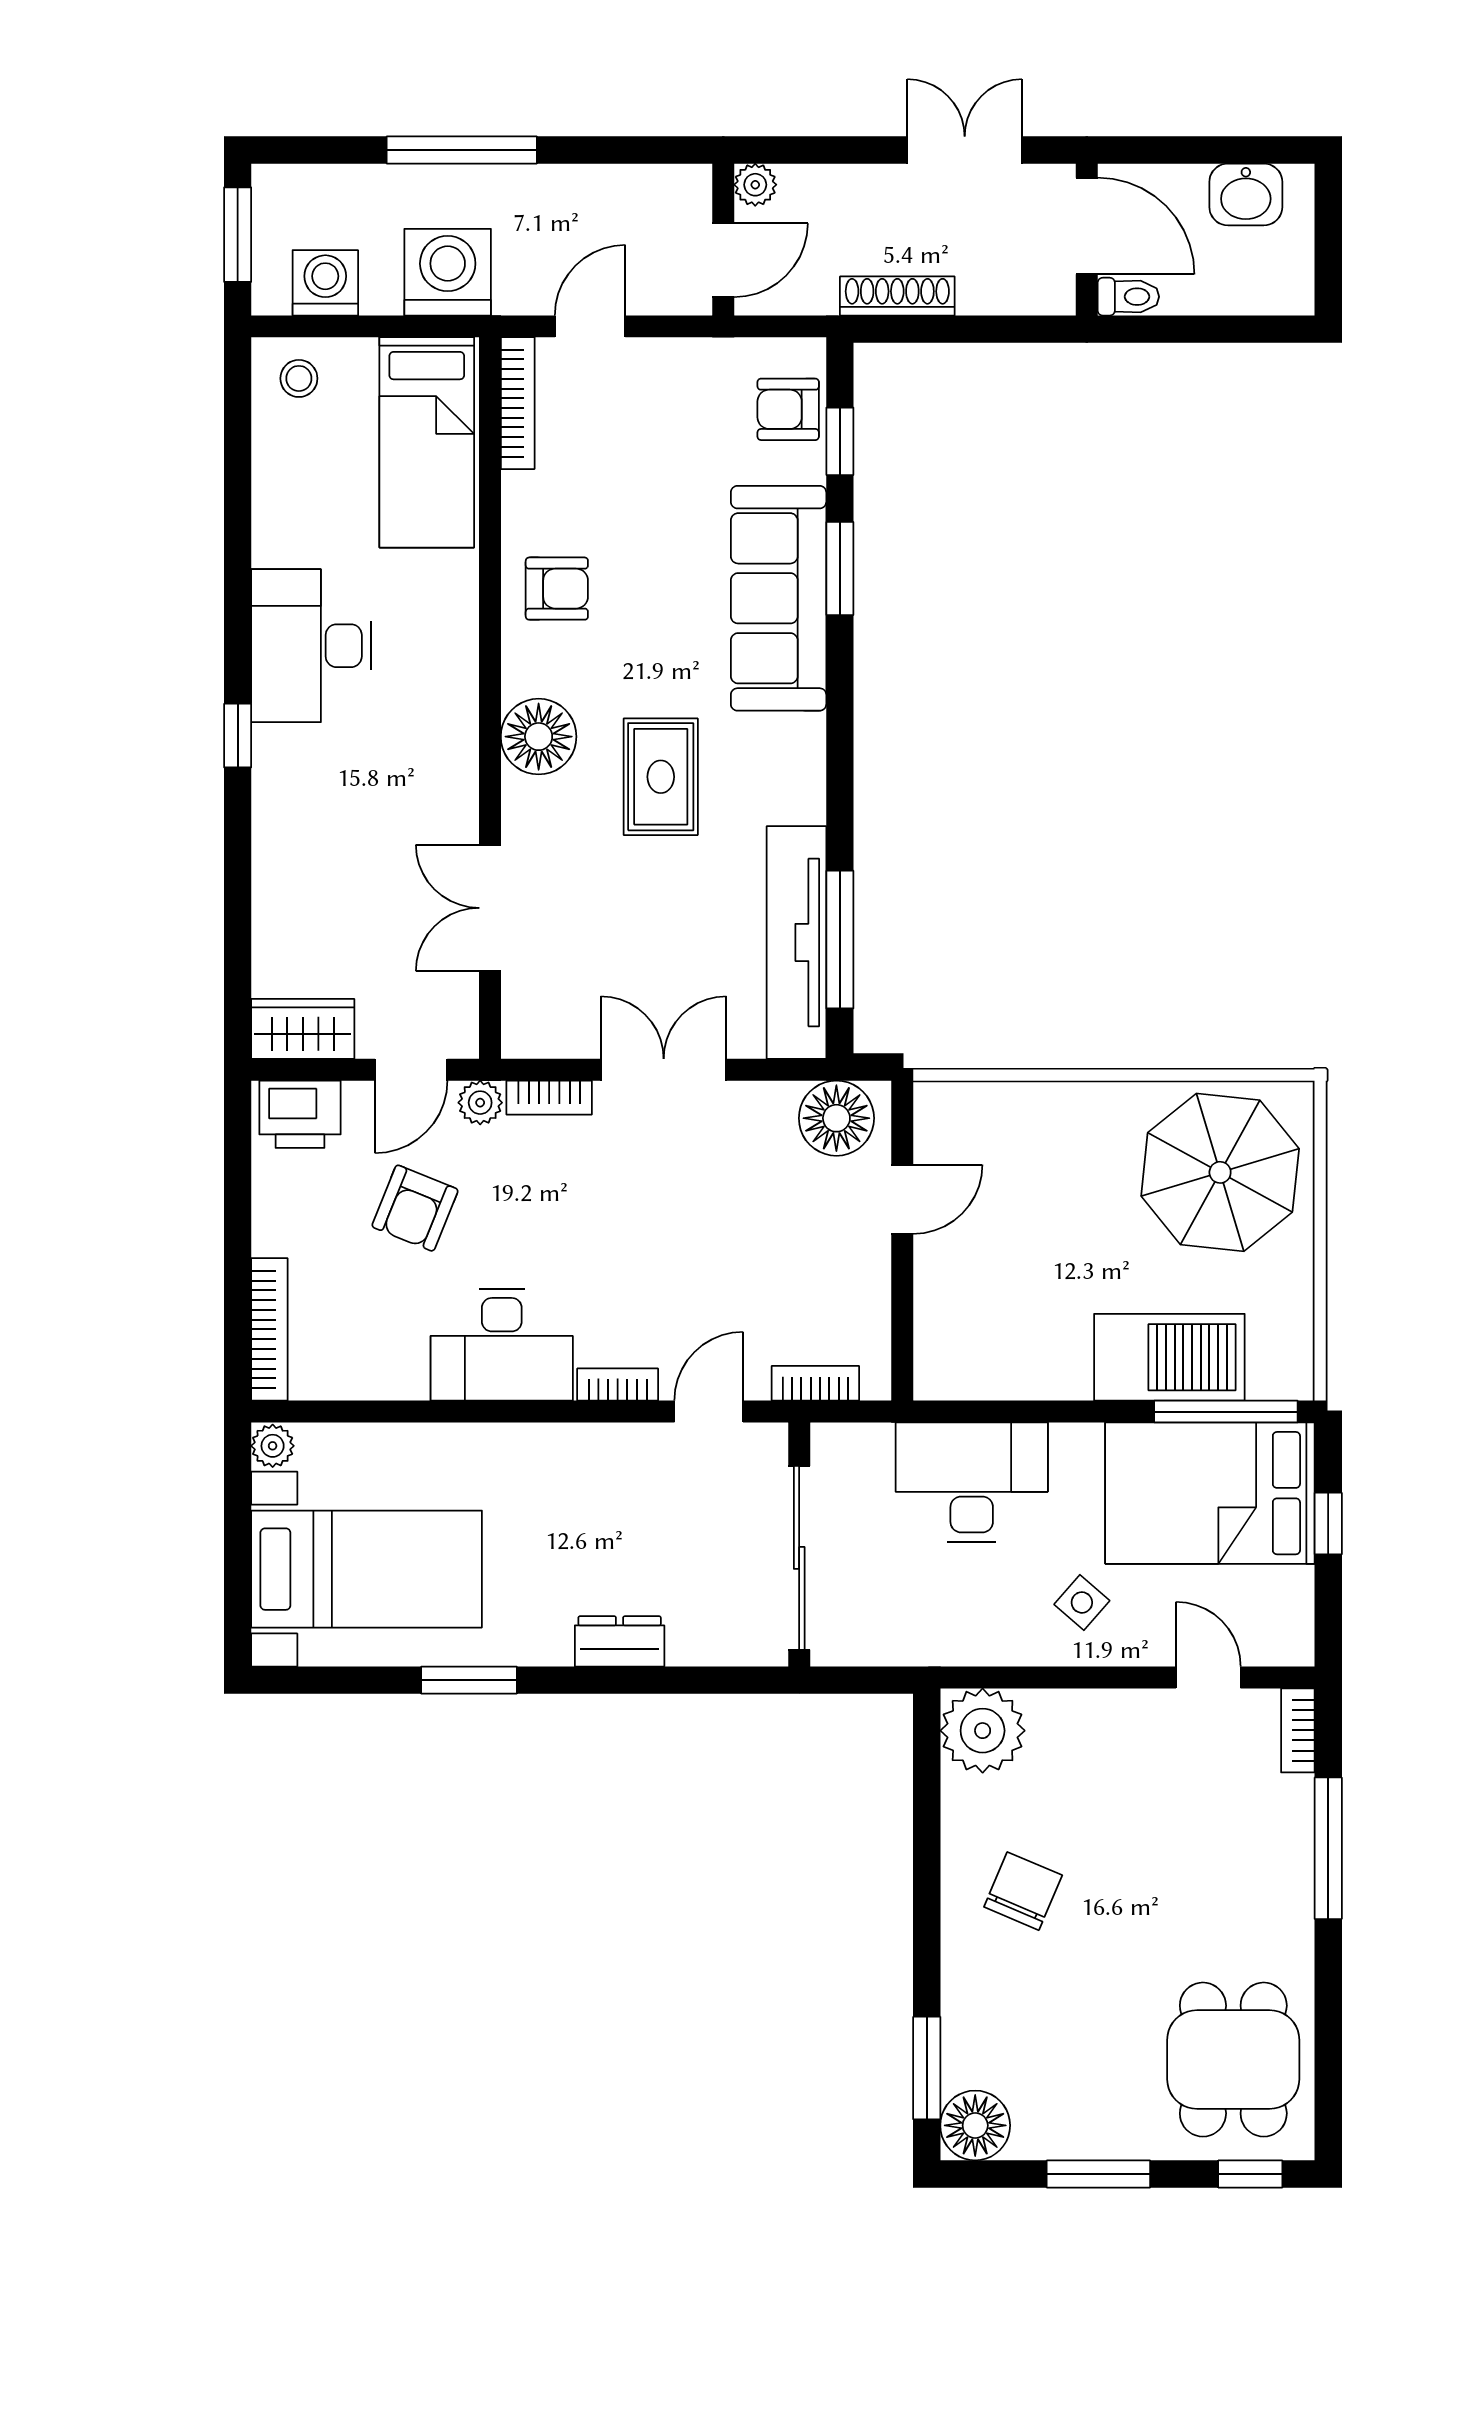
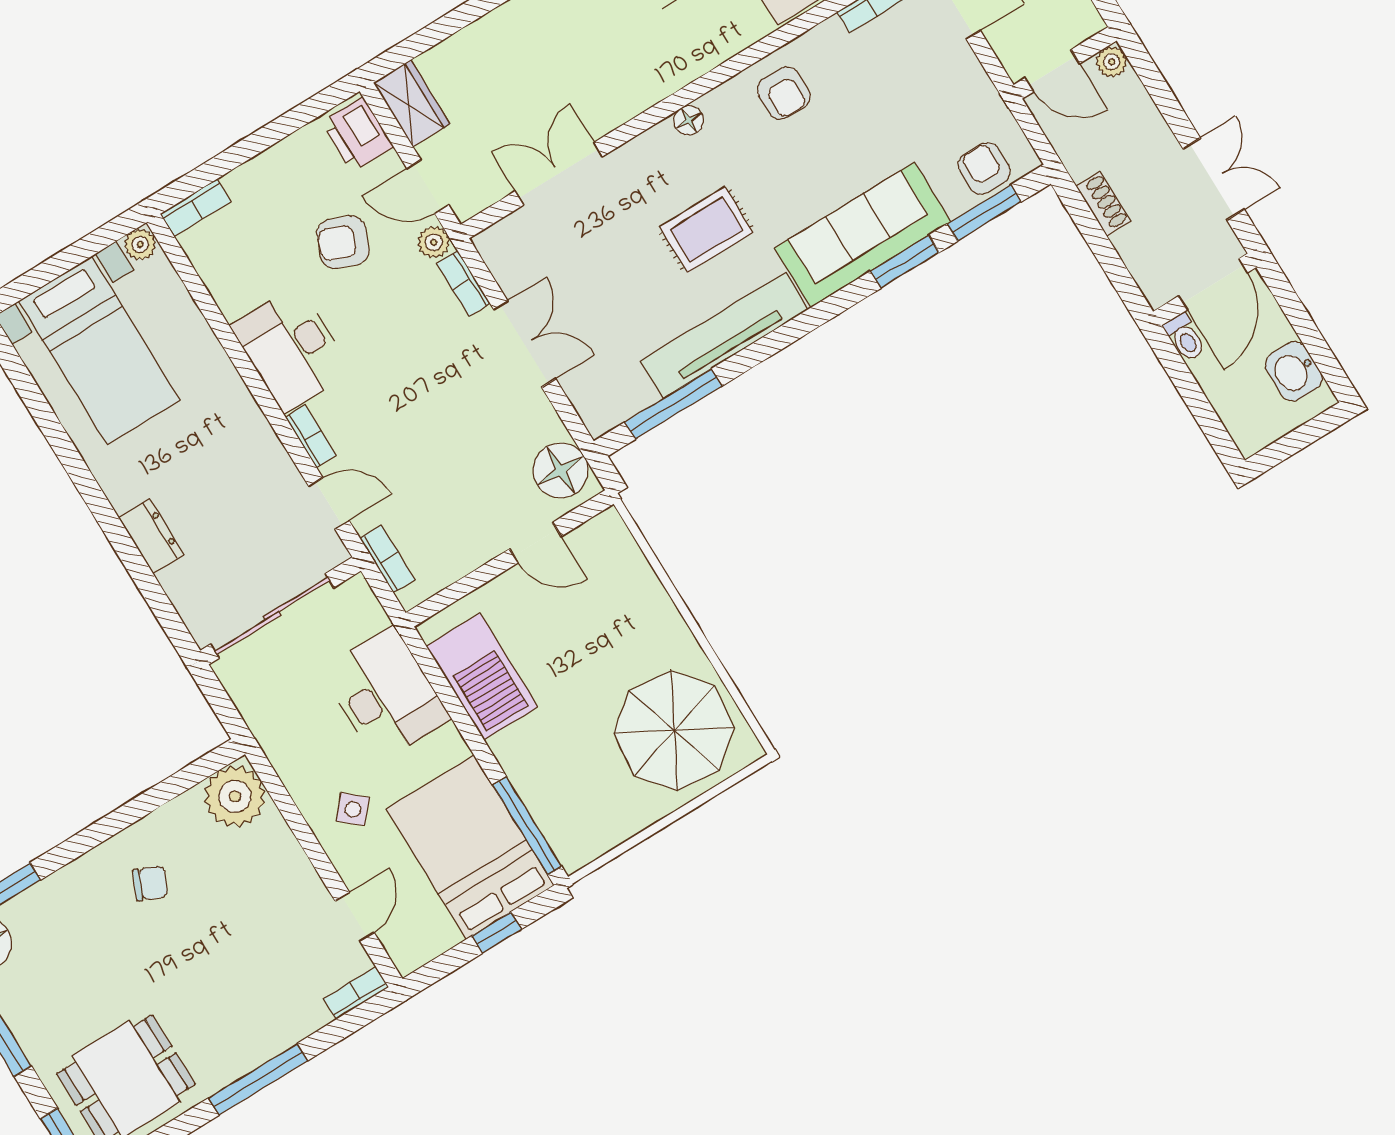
shoe rack: (897, 296) -> (1103, 204), width x0.70
window: (840, 441) -> (984, 213), width x1.50
floor lamp: (539, 737) -> (689, 120), width x0.53, depth x0.53
tv unit: (797, 942) -> (724, 336), moved
bookcase: (269, 1329) -> (195, 208), width x0.64
barbecue: (1169, 1357) -> (482, 676), moved
window: (469, 1680) -> (69, 457), removed
window: (1328, 1848) -> (258, 1079), moved
chair: (1023, 1891) -> (150, 883), width x0.73, depth x0.73

